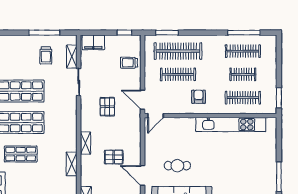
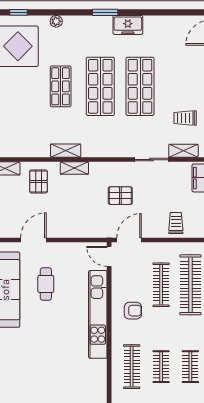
clothes rail: (243, 51) -> (190, 367), width x0.73
kitchen unit: (231, 125) -> (98, 314), moved
pallet: (114, 157) -> (38, 181), moved
shelving: (72, 164) -> (66, 151), moved

